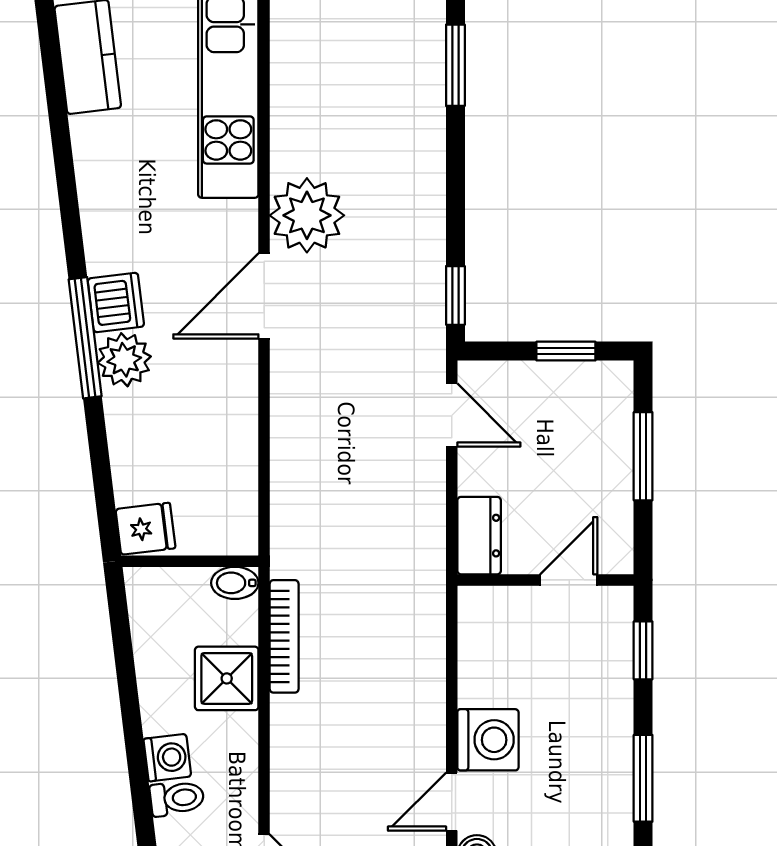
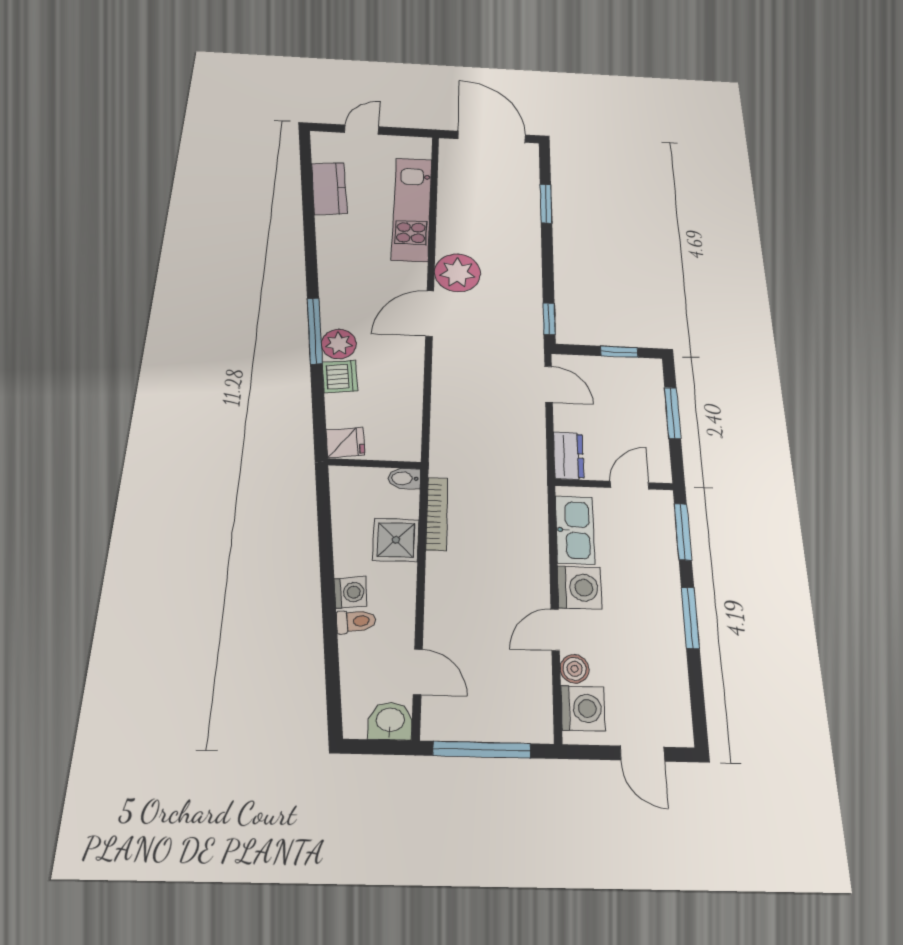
dishwasher: (116, 303) -> (340, 376), moved
window: (643, 650) -> (683, 532), width x1.50
kitchen sink: (485, 654) -> (575, 530), added

